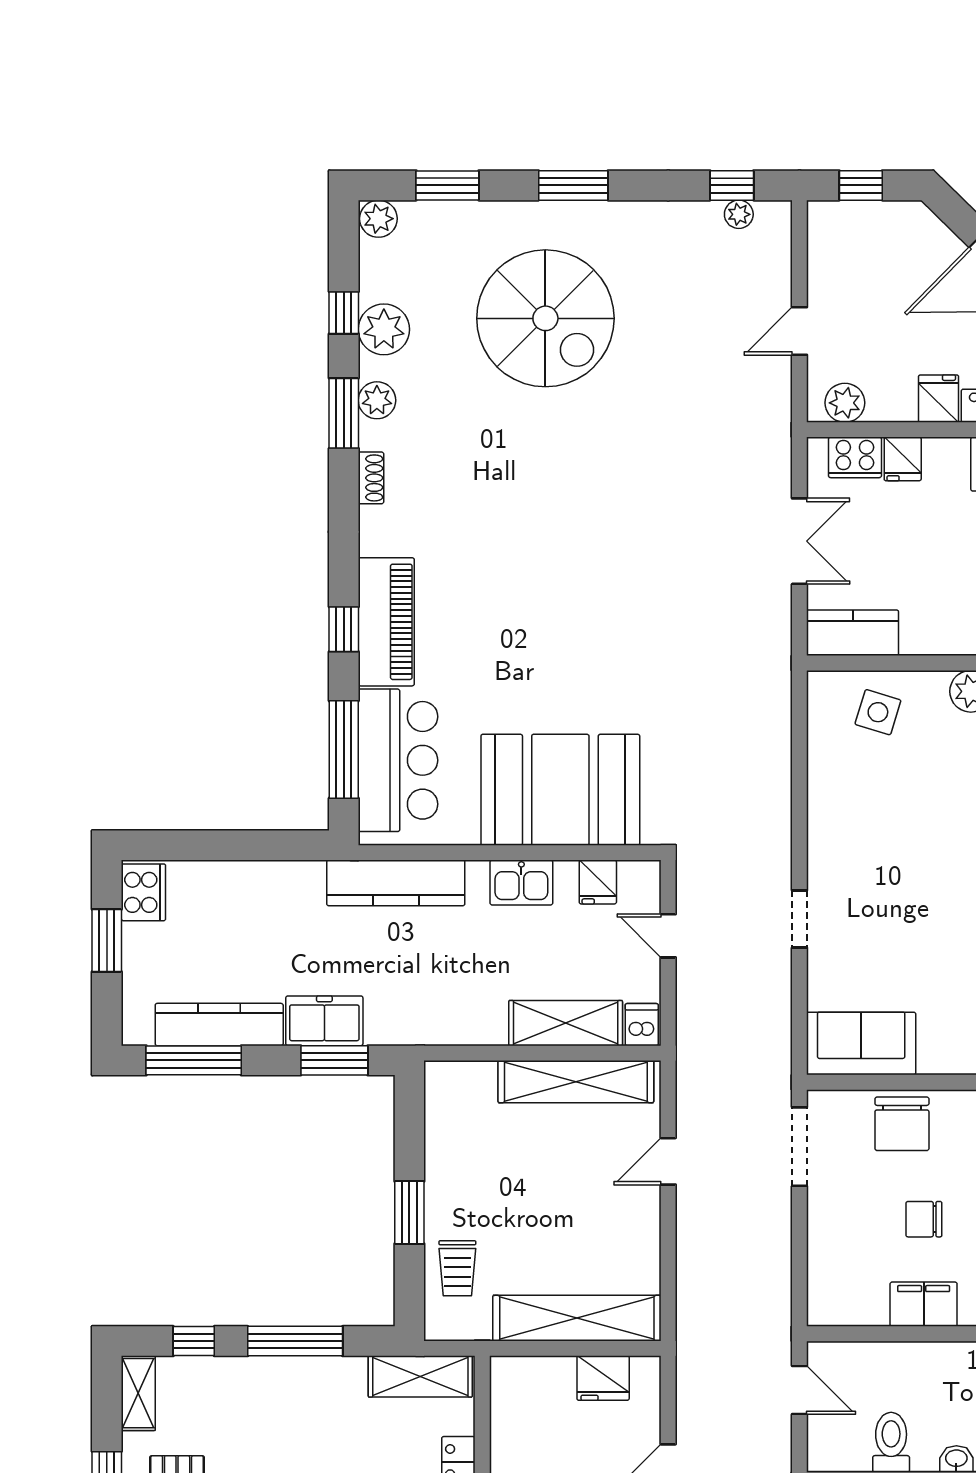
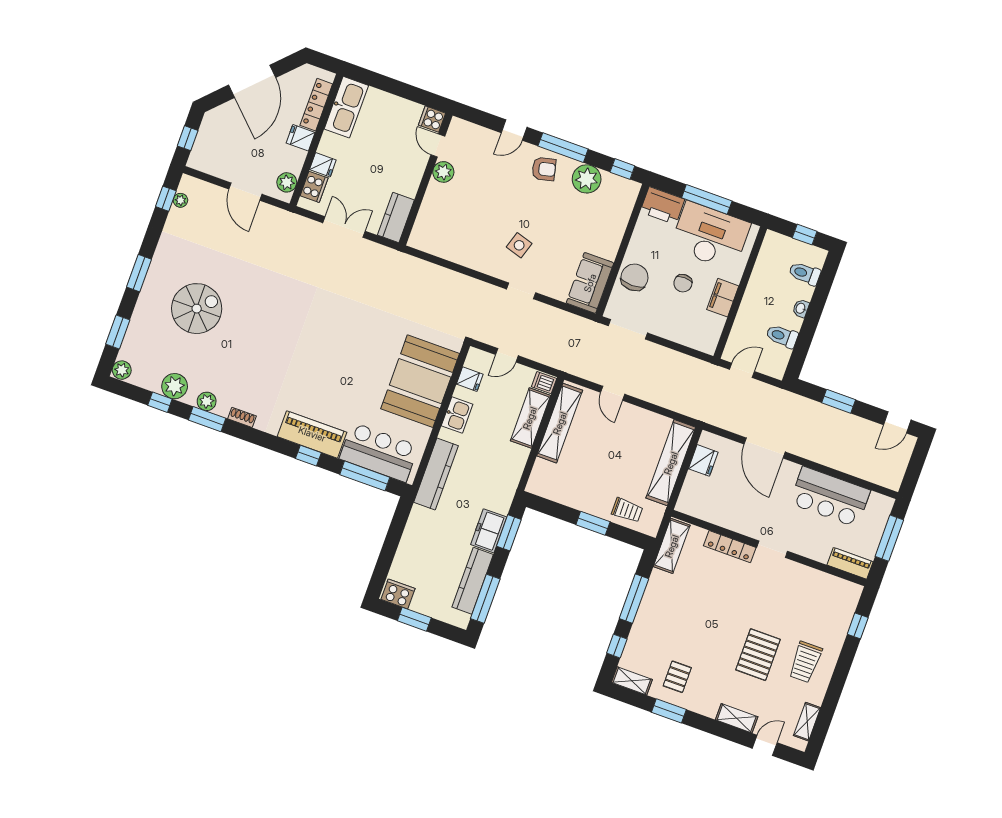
spiral stairs: (545, 318) -> (197, 309), width x0.73, depth x0.73
door: (799, 331) -> (245, 192), width x1.38
side table: (878, 712) -> (519, 245), moved
chair: (902, 1124) -> (634, 277), turned -90

